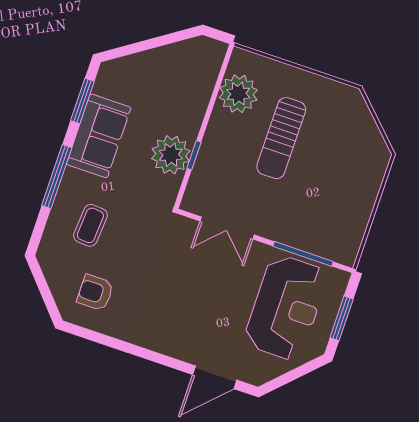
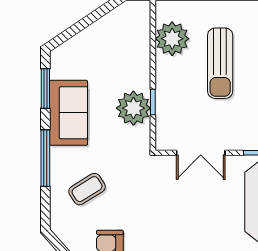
coffee table: (90, 225) -> (87, 189), turned 54

